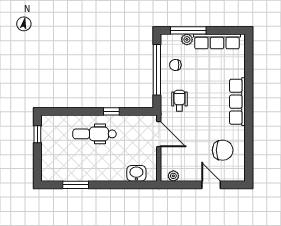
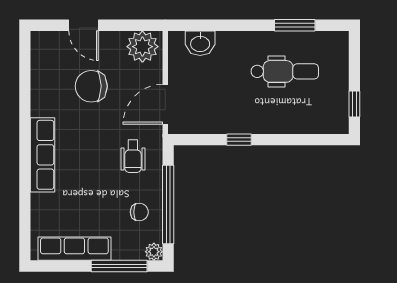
plant: (187, 39) -> (154, 252), moved
dental chair: (95, 134) -> (285, 71), moved
door: (159, 134) -> (165, 104), hinge flipped
chair: (223, 150) -> (91, 86), moved
plant: (173, 176) -> (142, 47), width x1.87, depth x1.87

